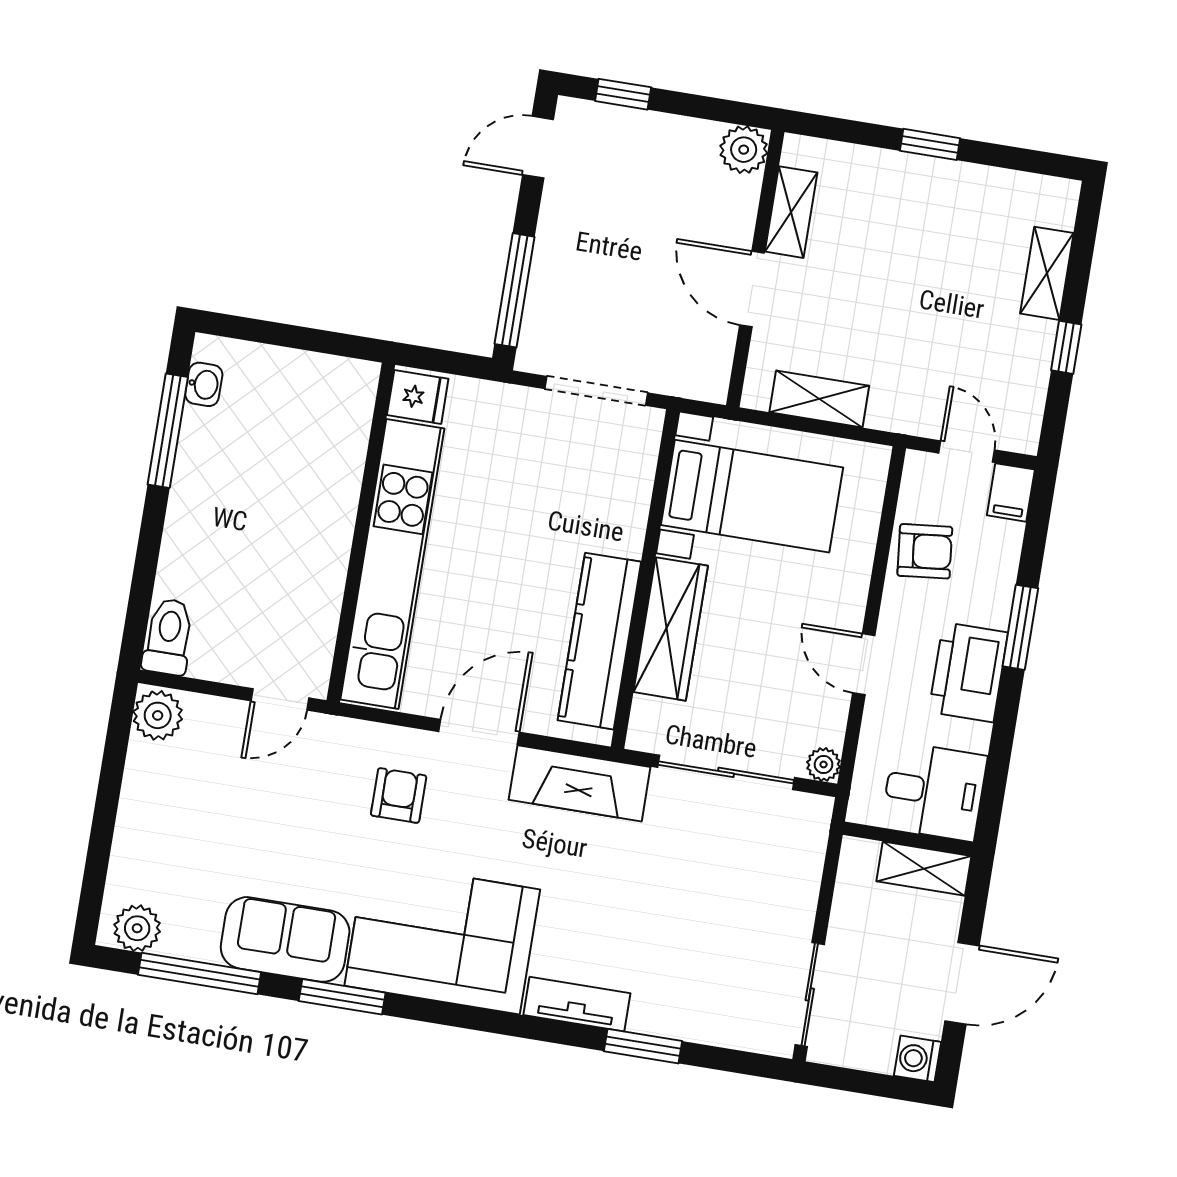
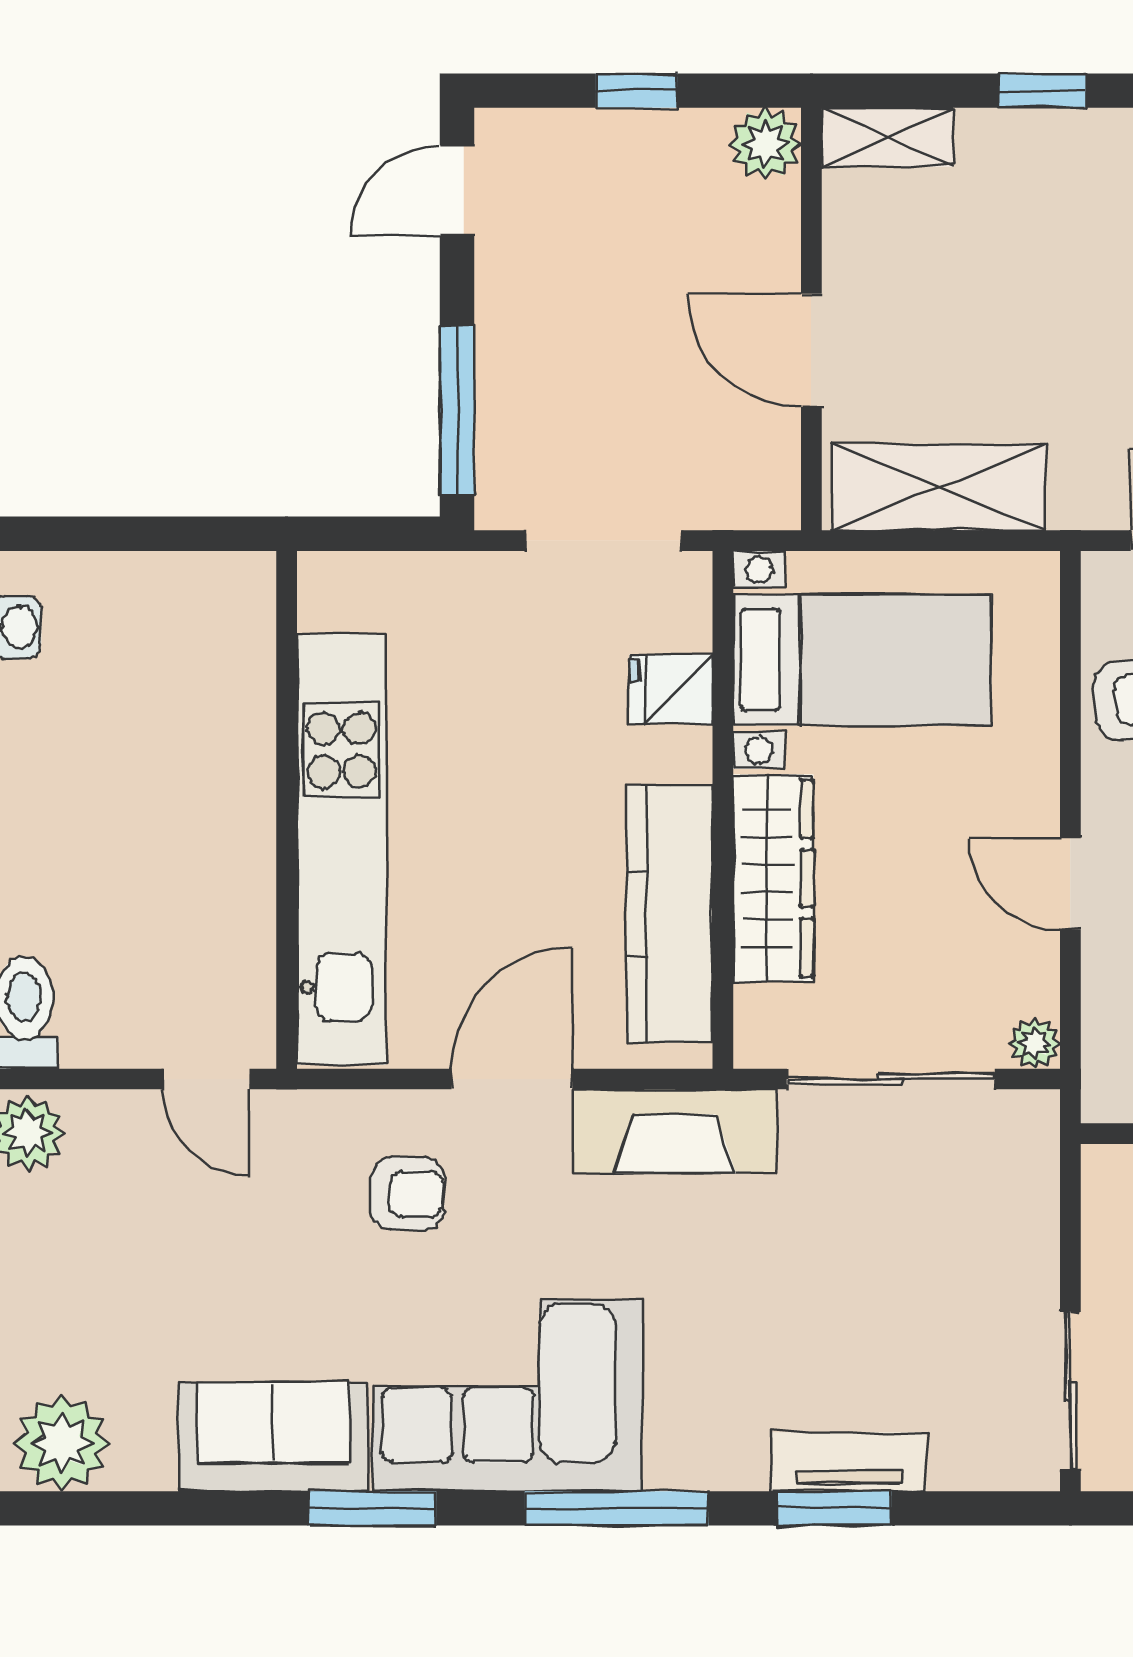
window: (623, 94) -> (636, 91), moved
shelving: (791, 212) -> (887, 137), moved, turned 90
fridge: (418, 397) -> (671, 689), moved, turned 180
shelving: (819, 399) -> (939, 487), width x1.50, depth x1.33
door: (280, 699) -> (206, 1079), hinge flipped
armchair: (399, 795) -> (407, 1194), turned 90
plant: (137, 928) -> (62, 1443), width x1.36, depth x1.36
window: (199, 973) -> (617, 1508), moved
tv unit: (577, 1004) -> (849, 1462), moved

